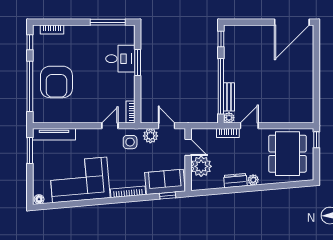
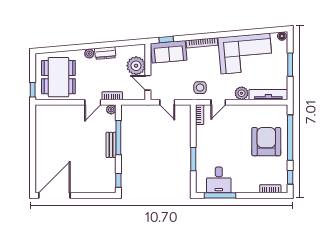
desk: (120, 59) -> (219, 180), moved, turned -90
window: (221, 86) -> (118, 138), width x0.68
bench: (229, 97) -> (111, 145), moved
plant: (150, 136) -> (242, 93), moved
window: (30, 151) -> (290, 65), moved

